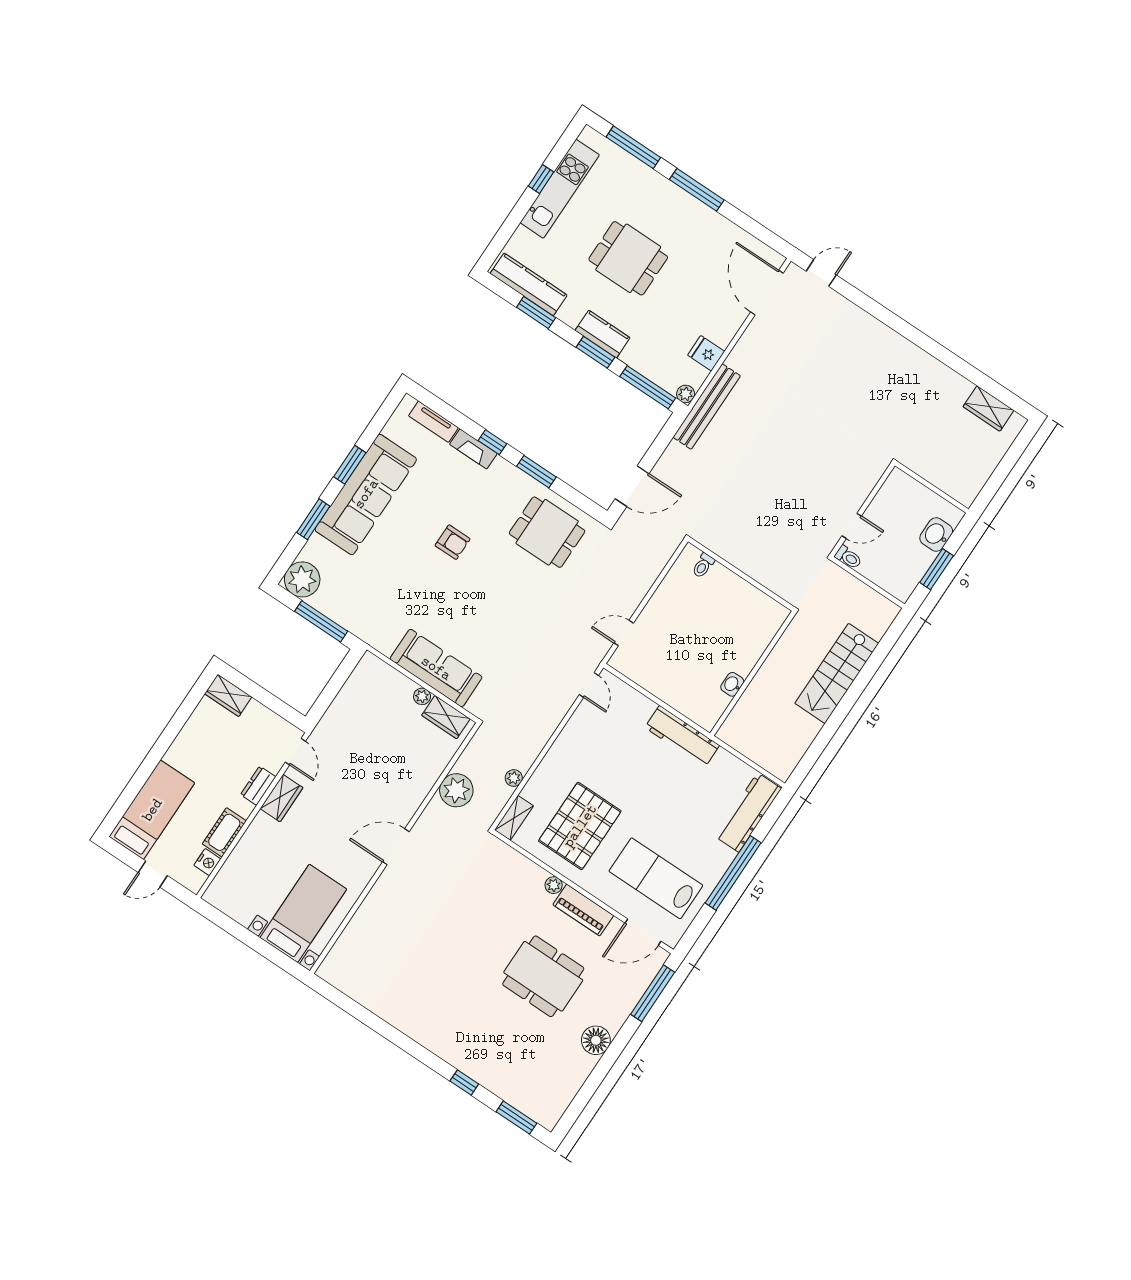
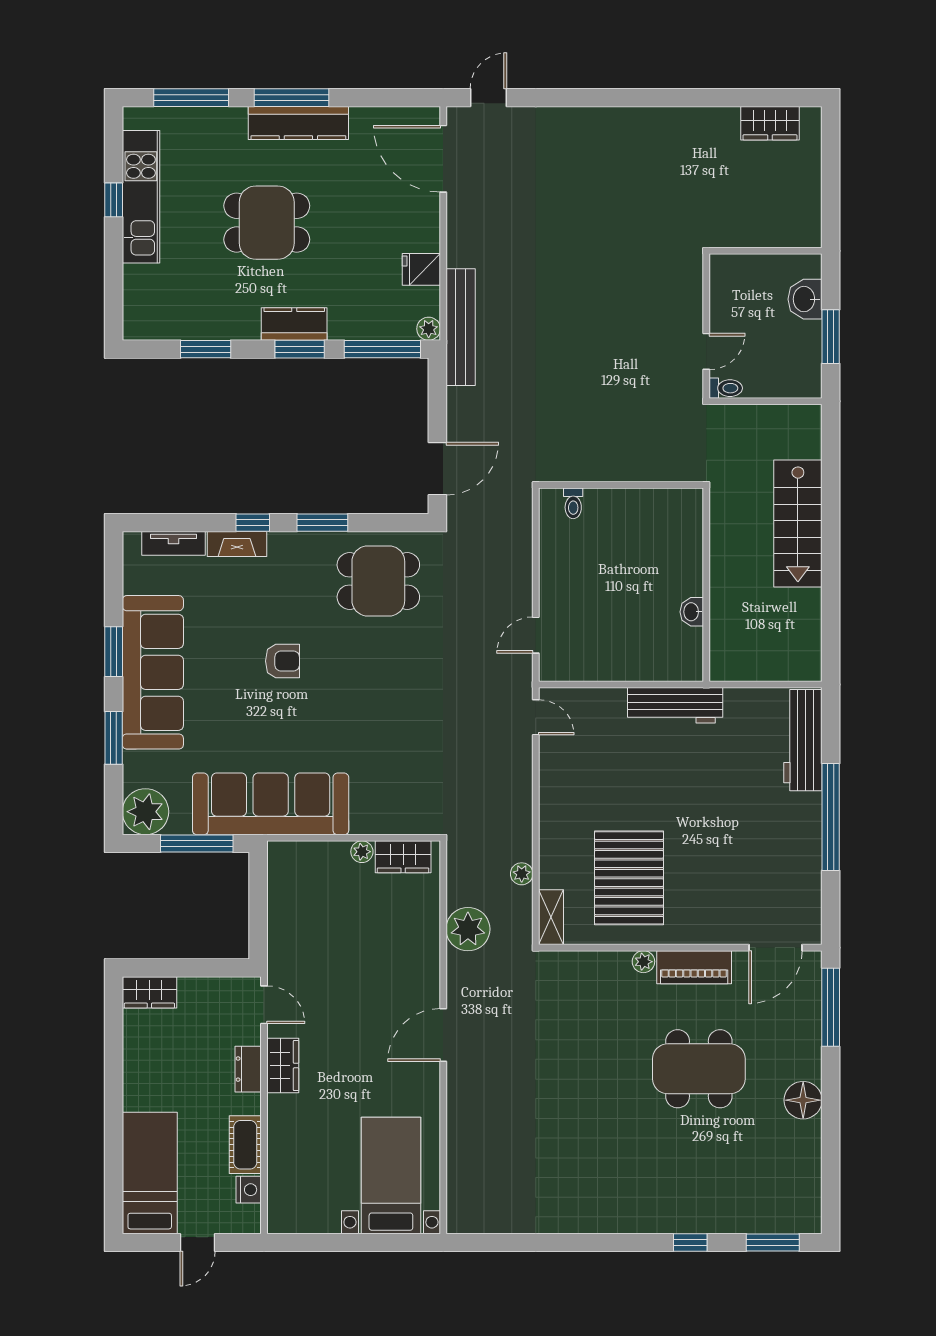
kitchen counter: (529, 284) -> (298, 123), moved, turned 180
sofa: (436, 668) -> (271, 804), moved, width x1.36, depth x1.27
lab bench: (656, 878) -> (750, 879), removed

